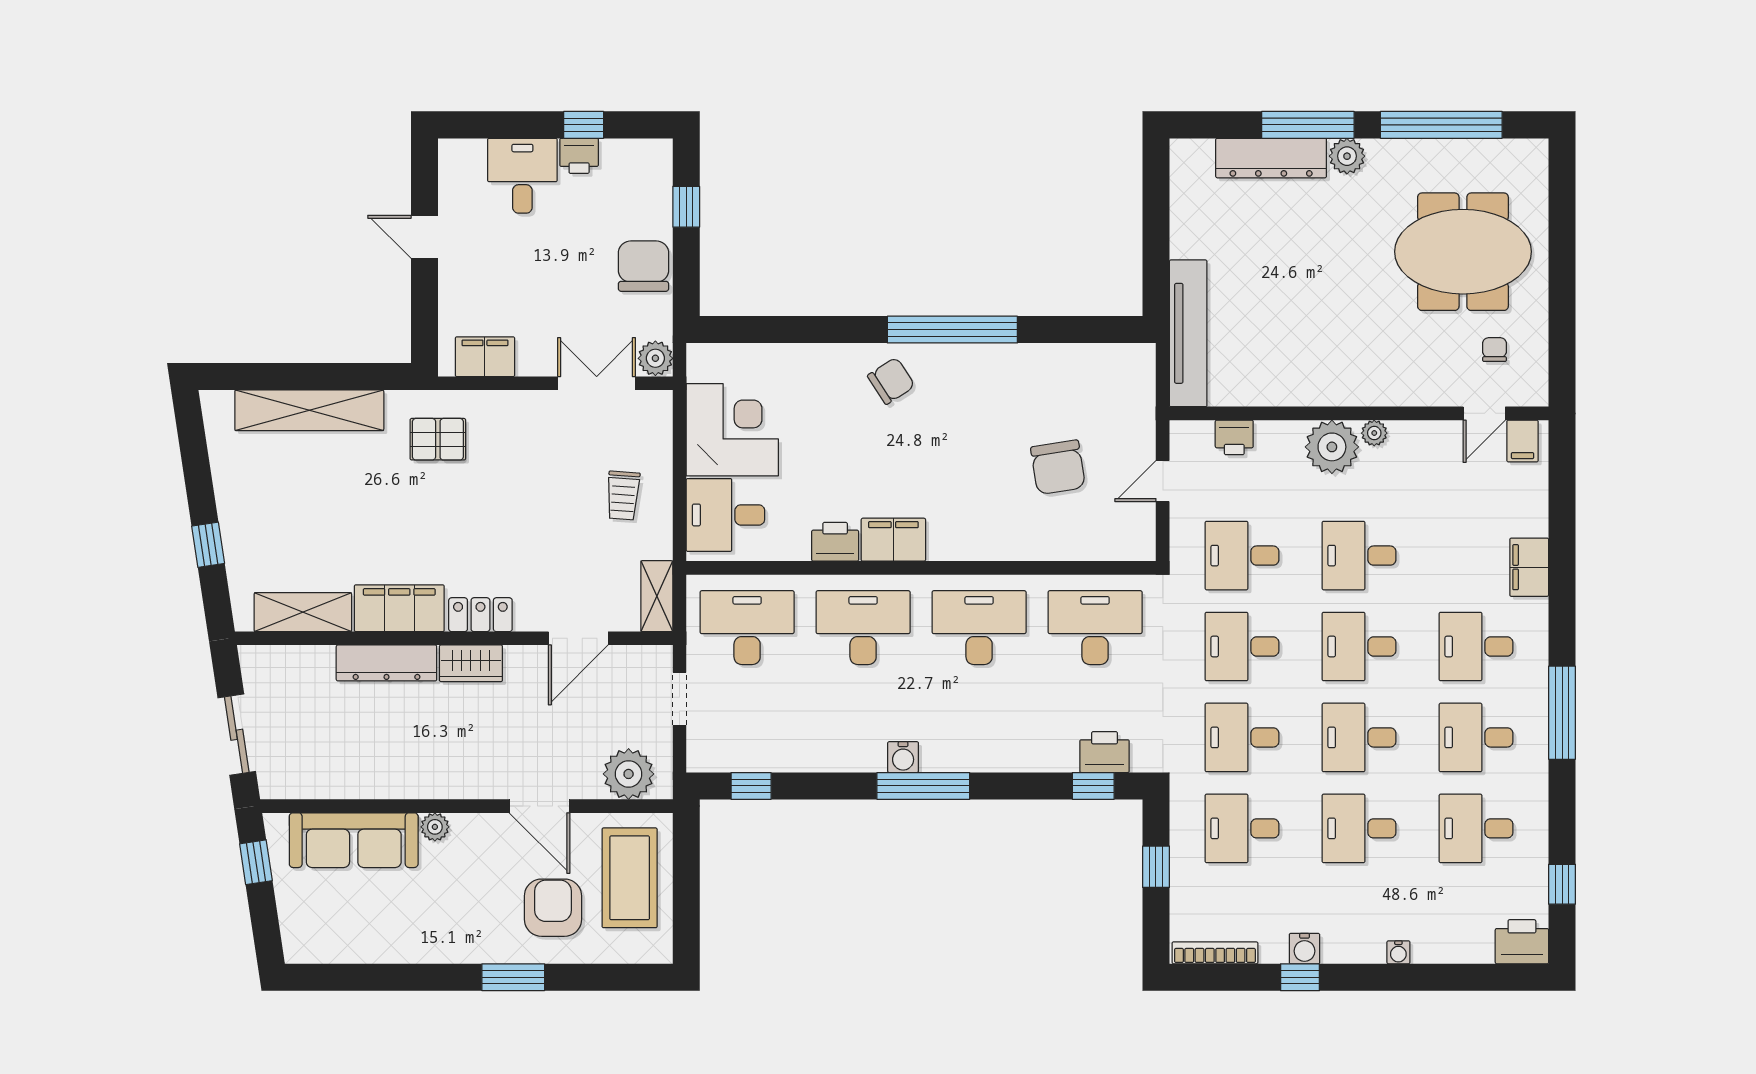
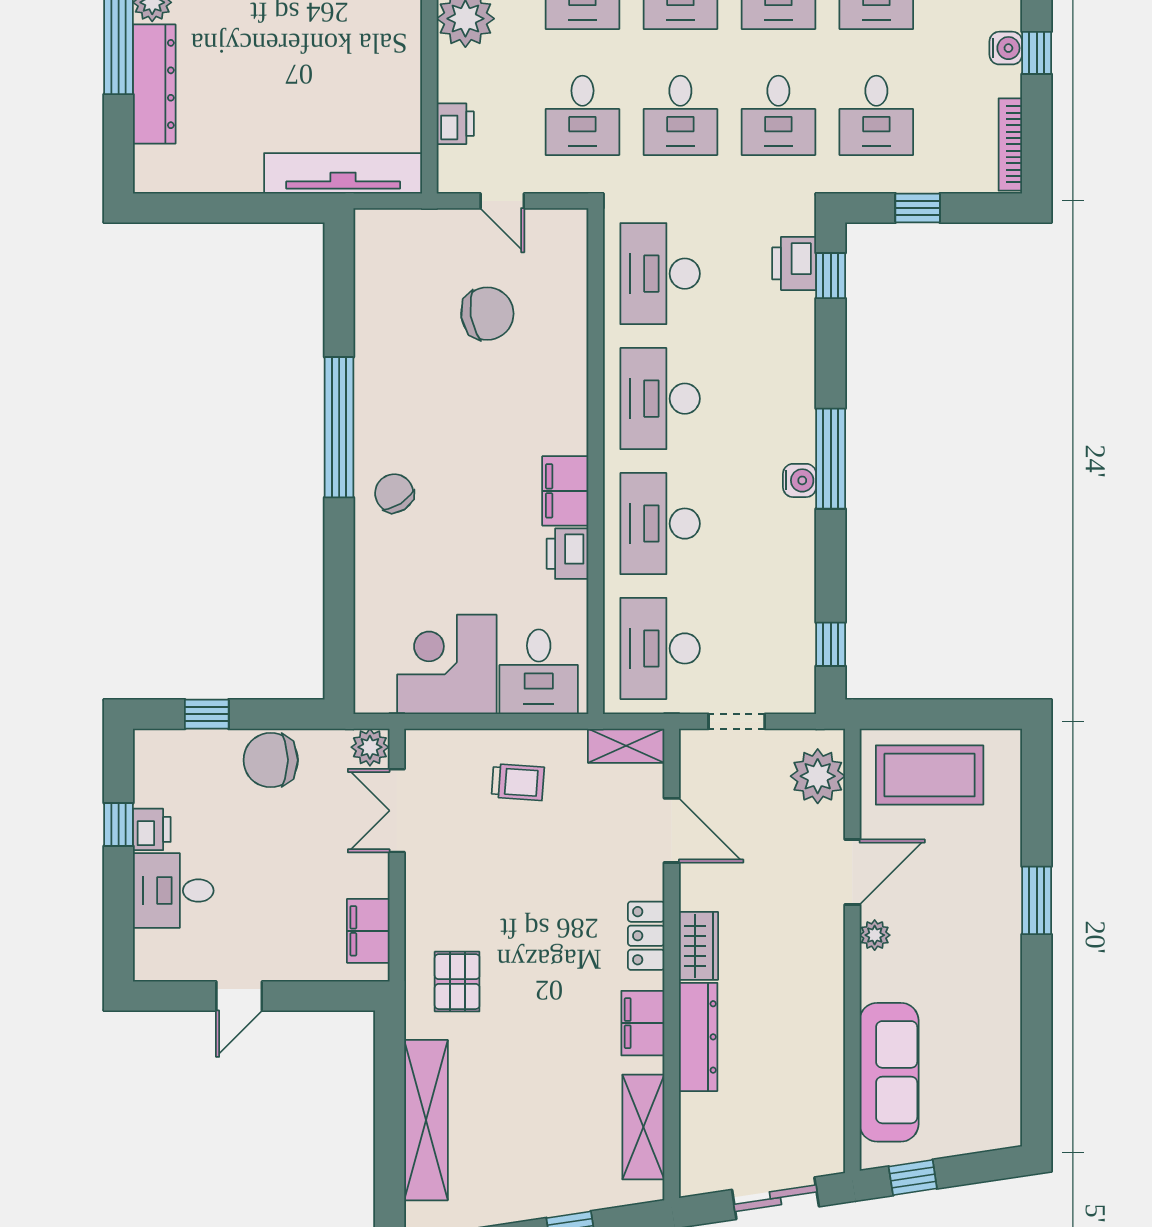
filing cabinet: (399, 608) -> (643, 1023), width x0.67, depth x0.86
plant: (435, 827) -> (875, 935), moved
armchair: (553, 908) -> (962, 858), removed

